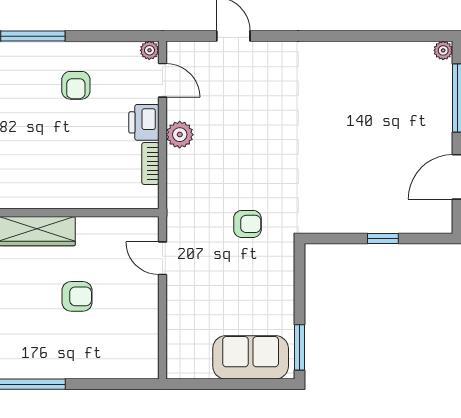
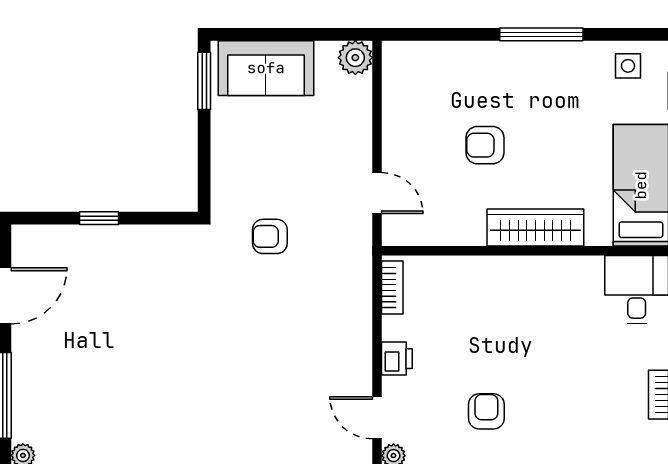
printer: (144, 122) -> (397, 359), width x0.73, depth x0.81
plant: (180, 135) -> (355, 58), moved
bookcase: (150, 163) -> (392, 288), moved

